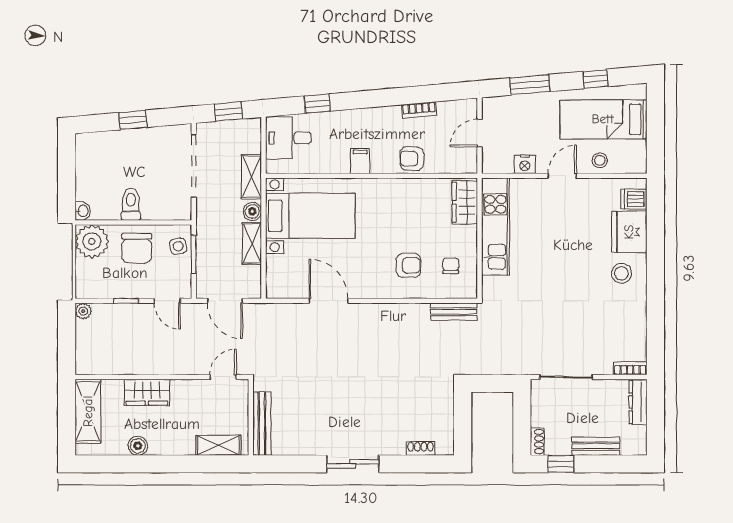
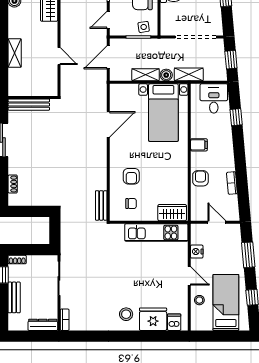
wall: (251, 417) -> (33, 97), moved
bench: (262, 424) -> (29, 105), moved

